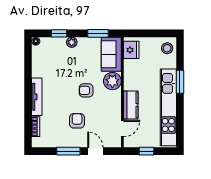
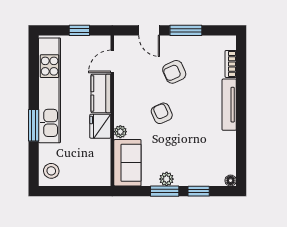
window: (98, 33) -> (165, 191), moved
plant: (72, 42) -> (167, 179), moved
fridge: (131, 50) -> (100, 126), moved
plant: (112, 81) -> (120, 132), width x0.53, depth x0.53
armchair: (86, 90) -> (162, 113), turned -114
armchair: (77, 121) -> (174, 72), turned 66

